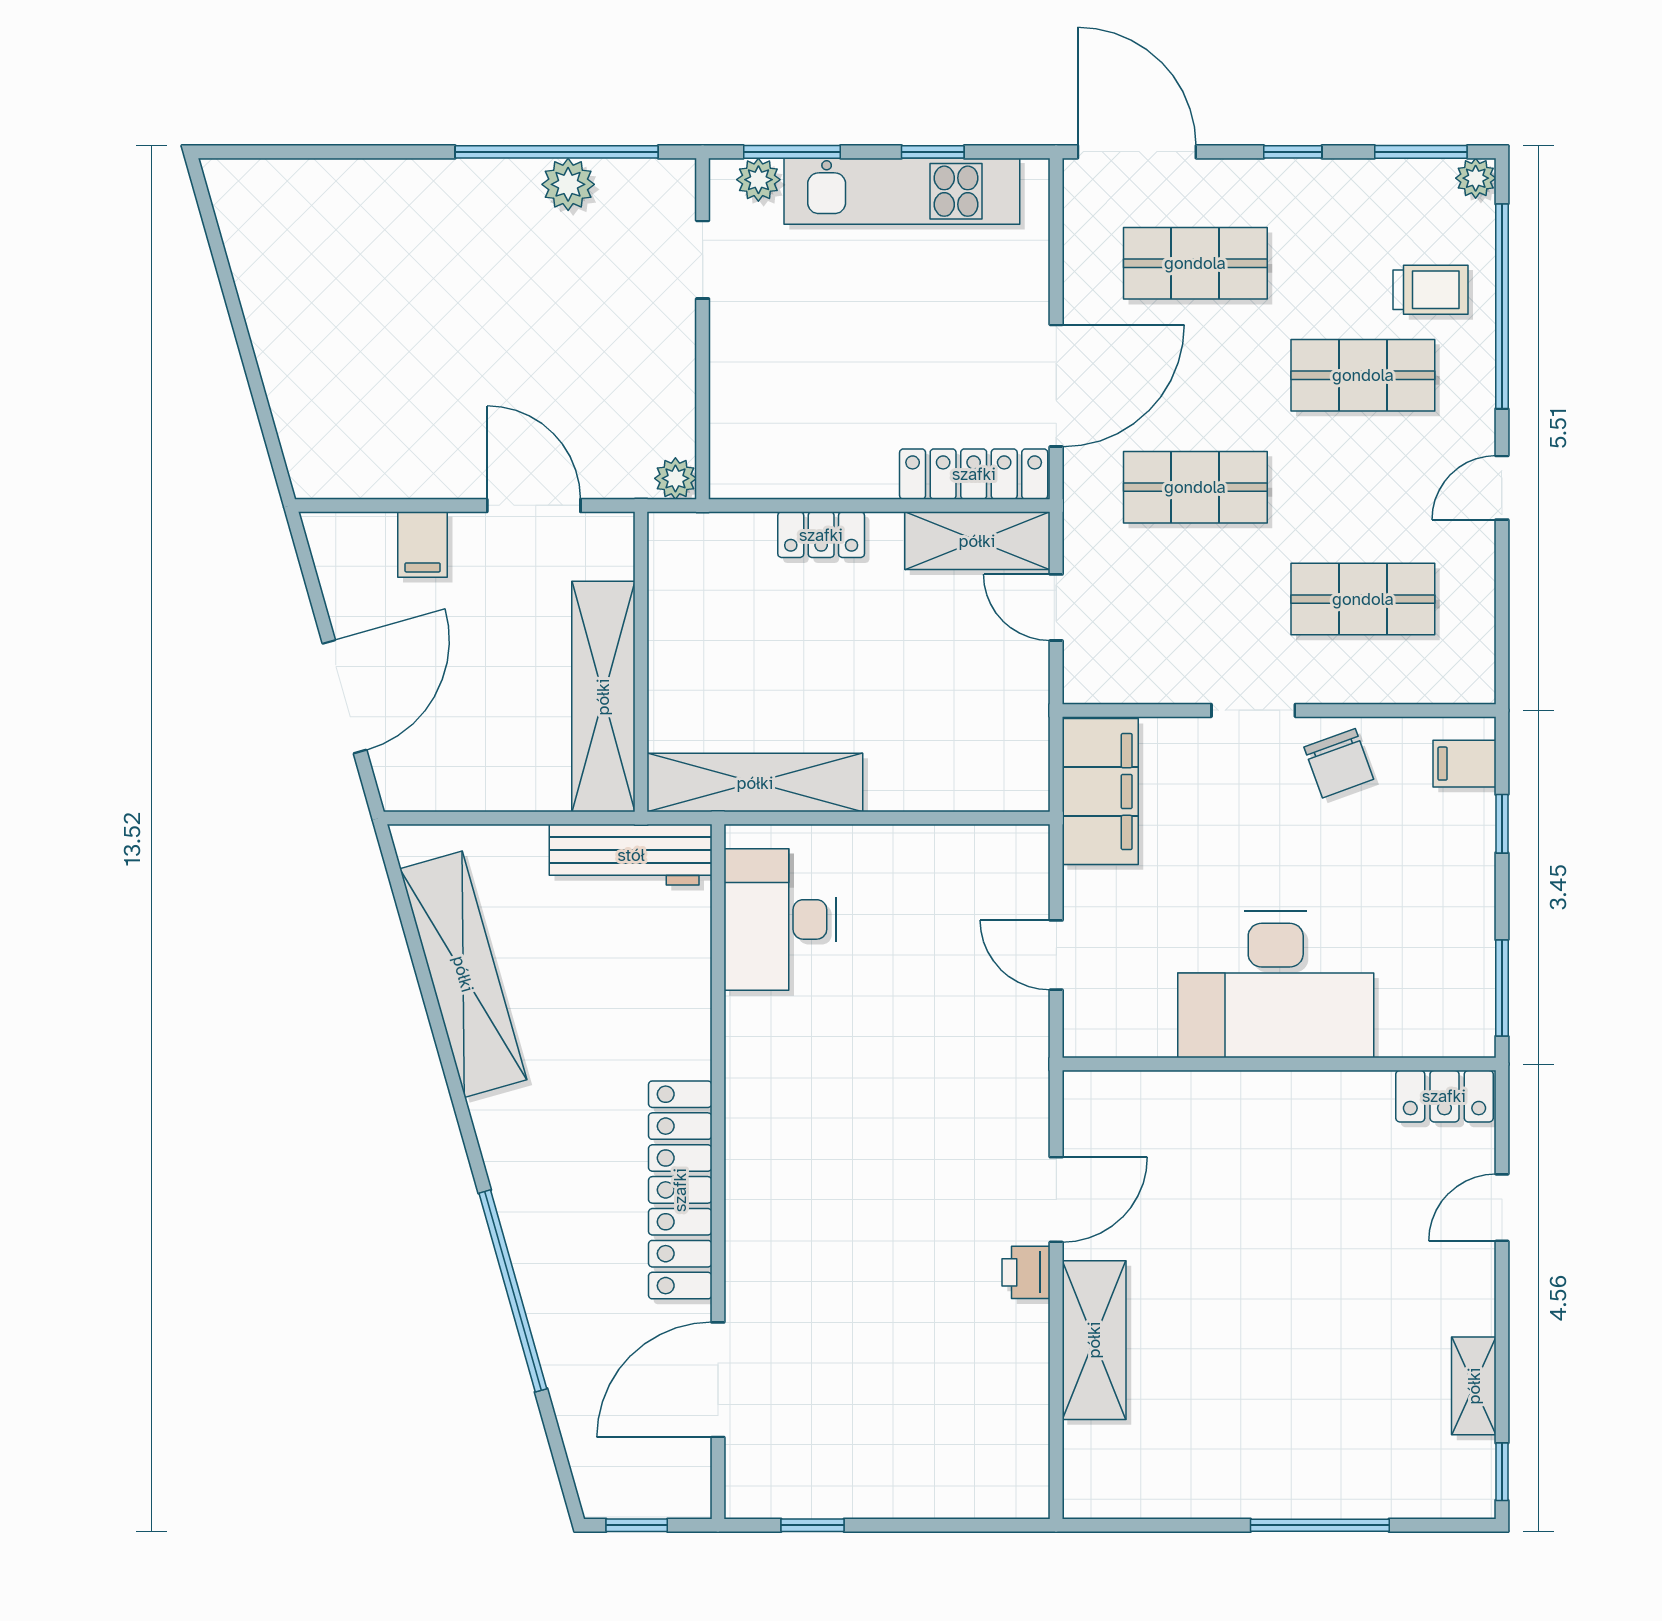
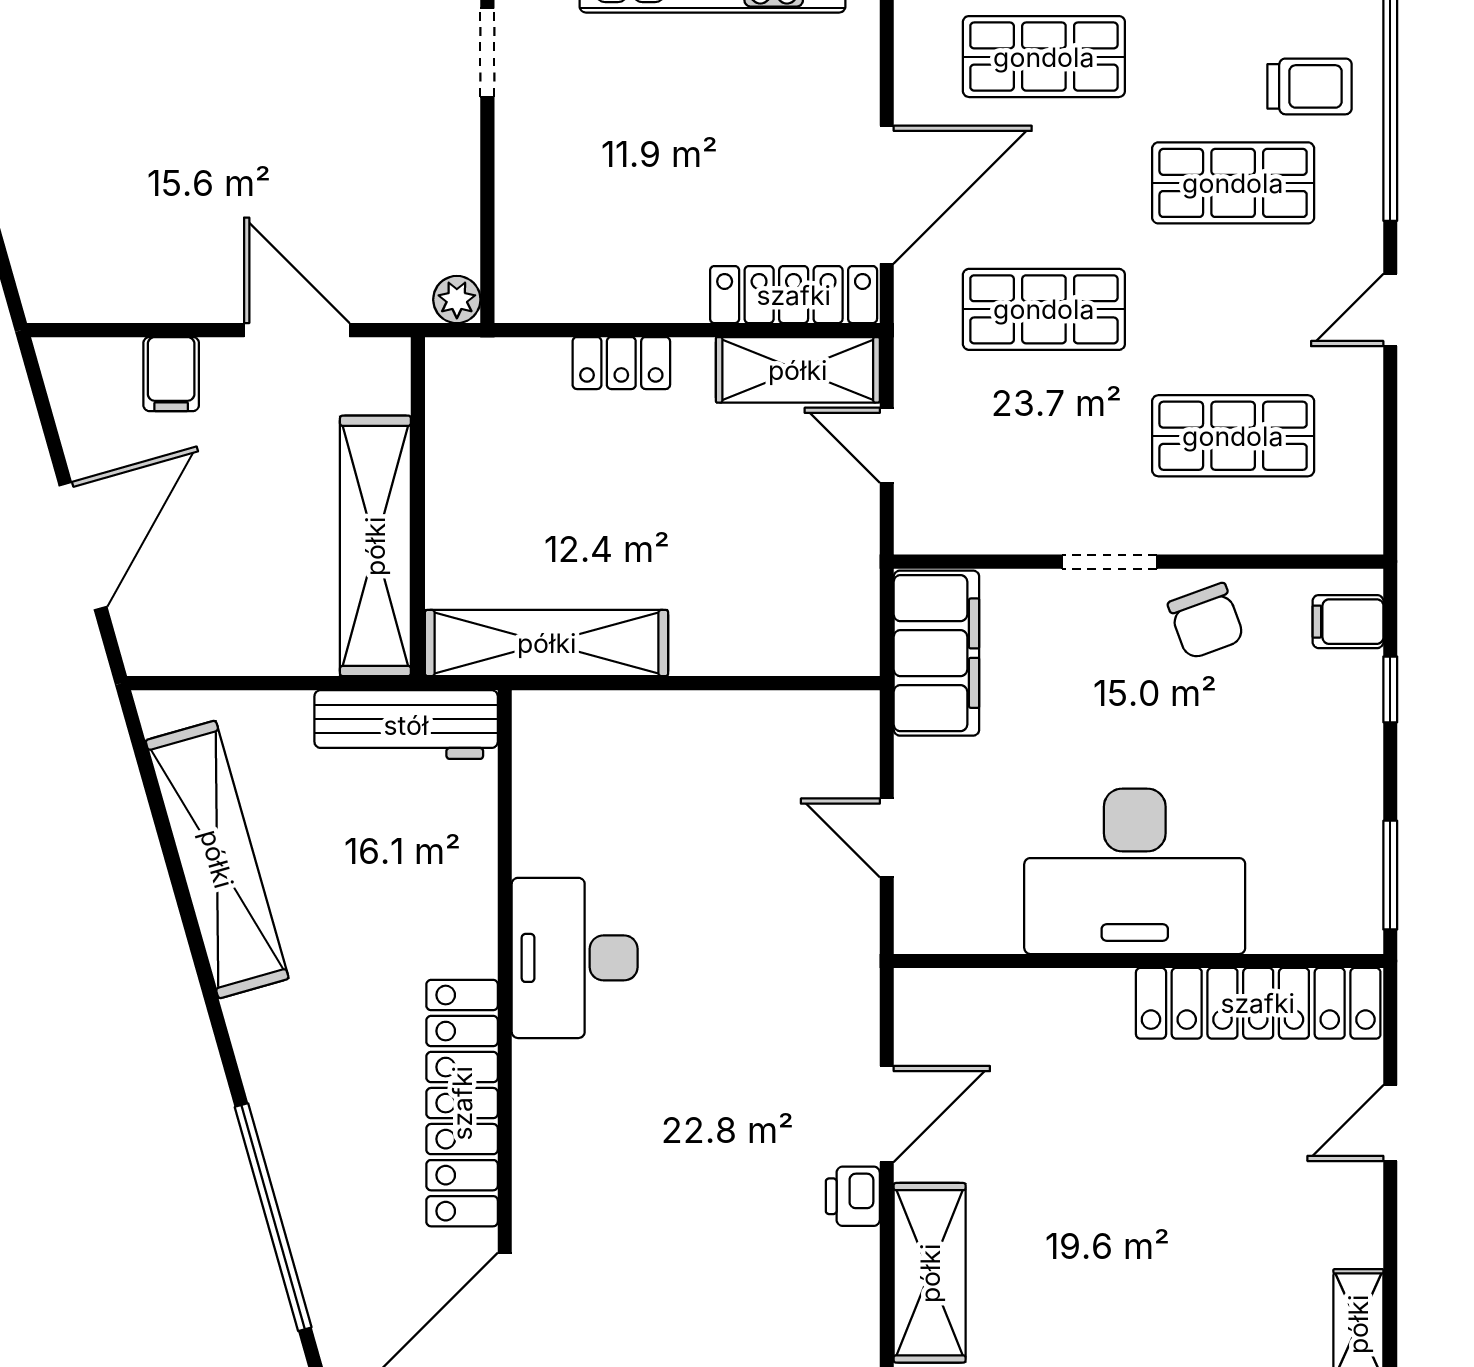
desk: (780, 919) -> (575, 958), moved
locker: (1444, 1096) -> (1258, 1003), width x2.16, depth x1.21

